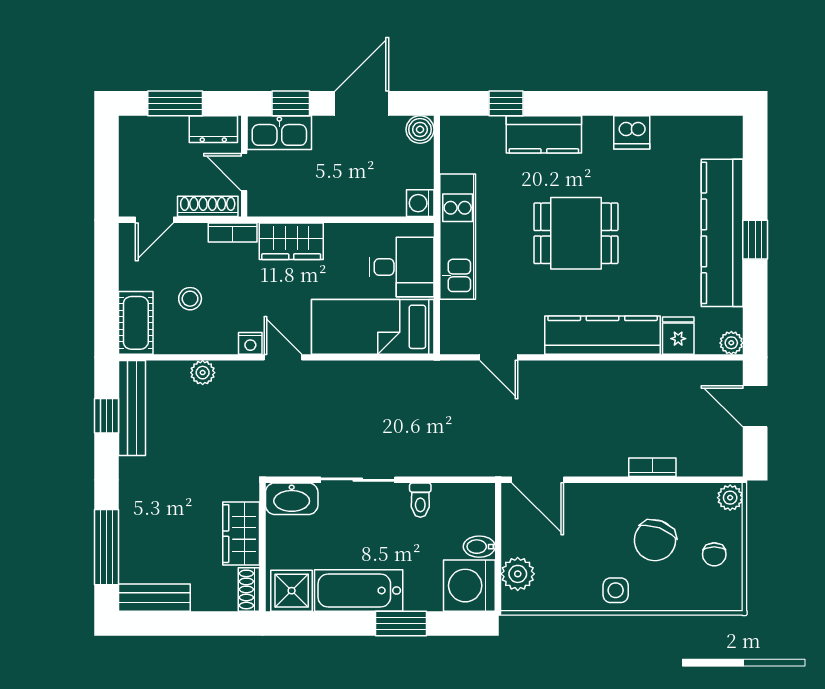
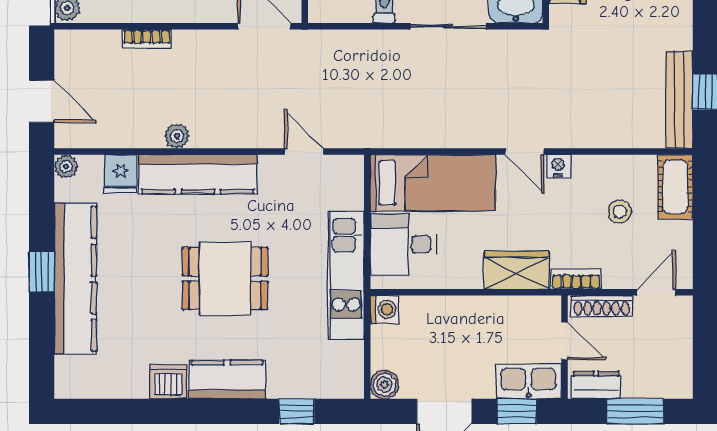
kitchen counter: (544, 134) -> (227, 380), moved
plant: (203, 373) -> (177, 136), moved

